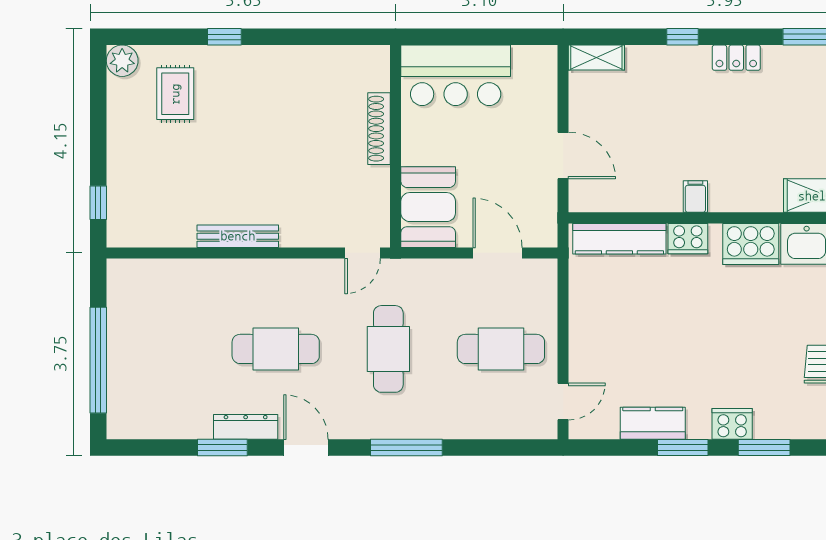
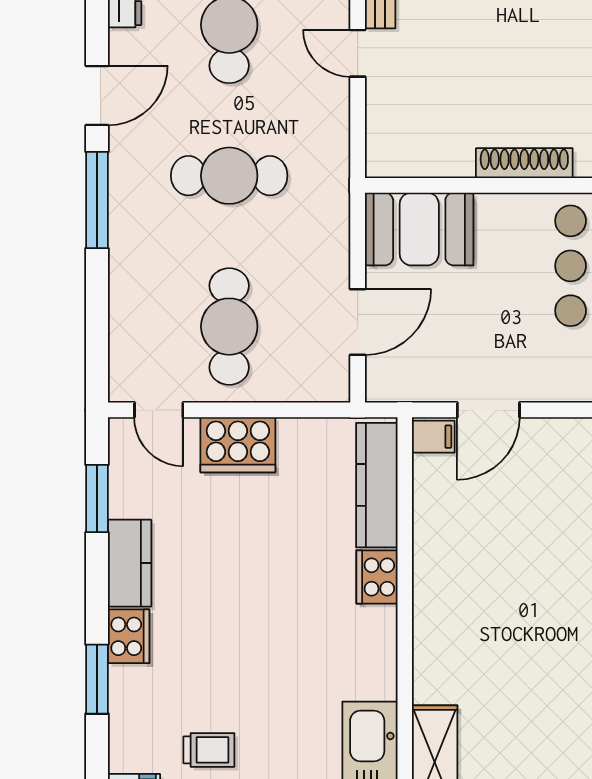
filing cabinet: (695, 197) -> (433, 437), moved
cooker: (751, 244) -> (238, 445), moved, turned -90
door: (363, 253) -> (358, 53), moved
kitchen counter: (653, 423) -> (130, 563), moved
door: (306, 448) -> (97, 95), moved
window: (683, 448) -> (97, 498), moved

